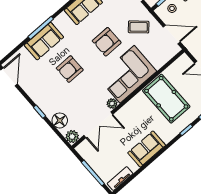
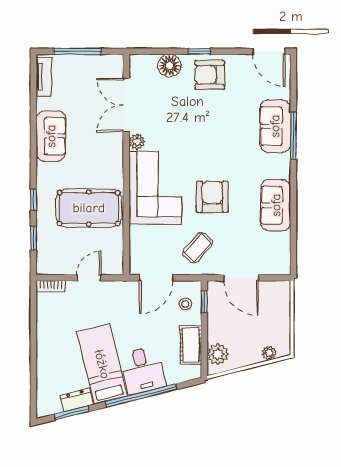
armchair: (70, 69) -> (210, 75), moved, turned -90
plant: (72, 137) -> (139, 64), removed

